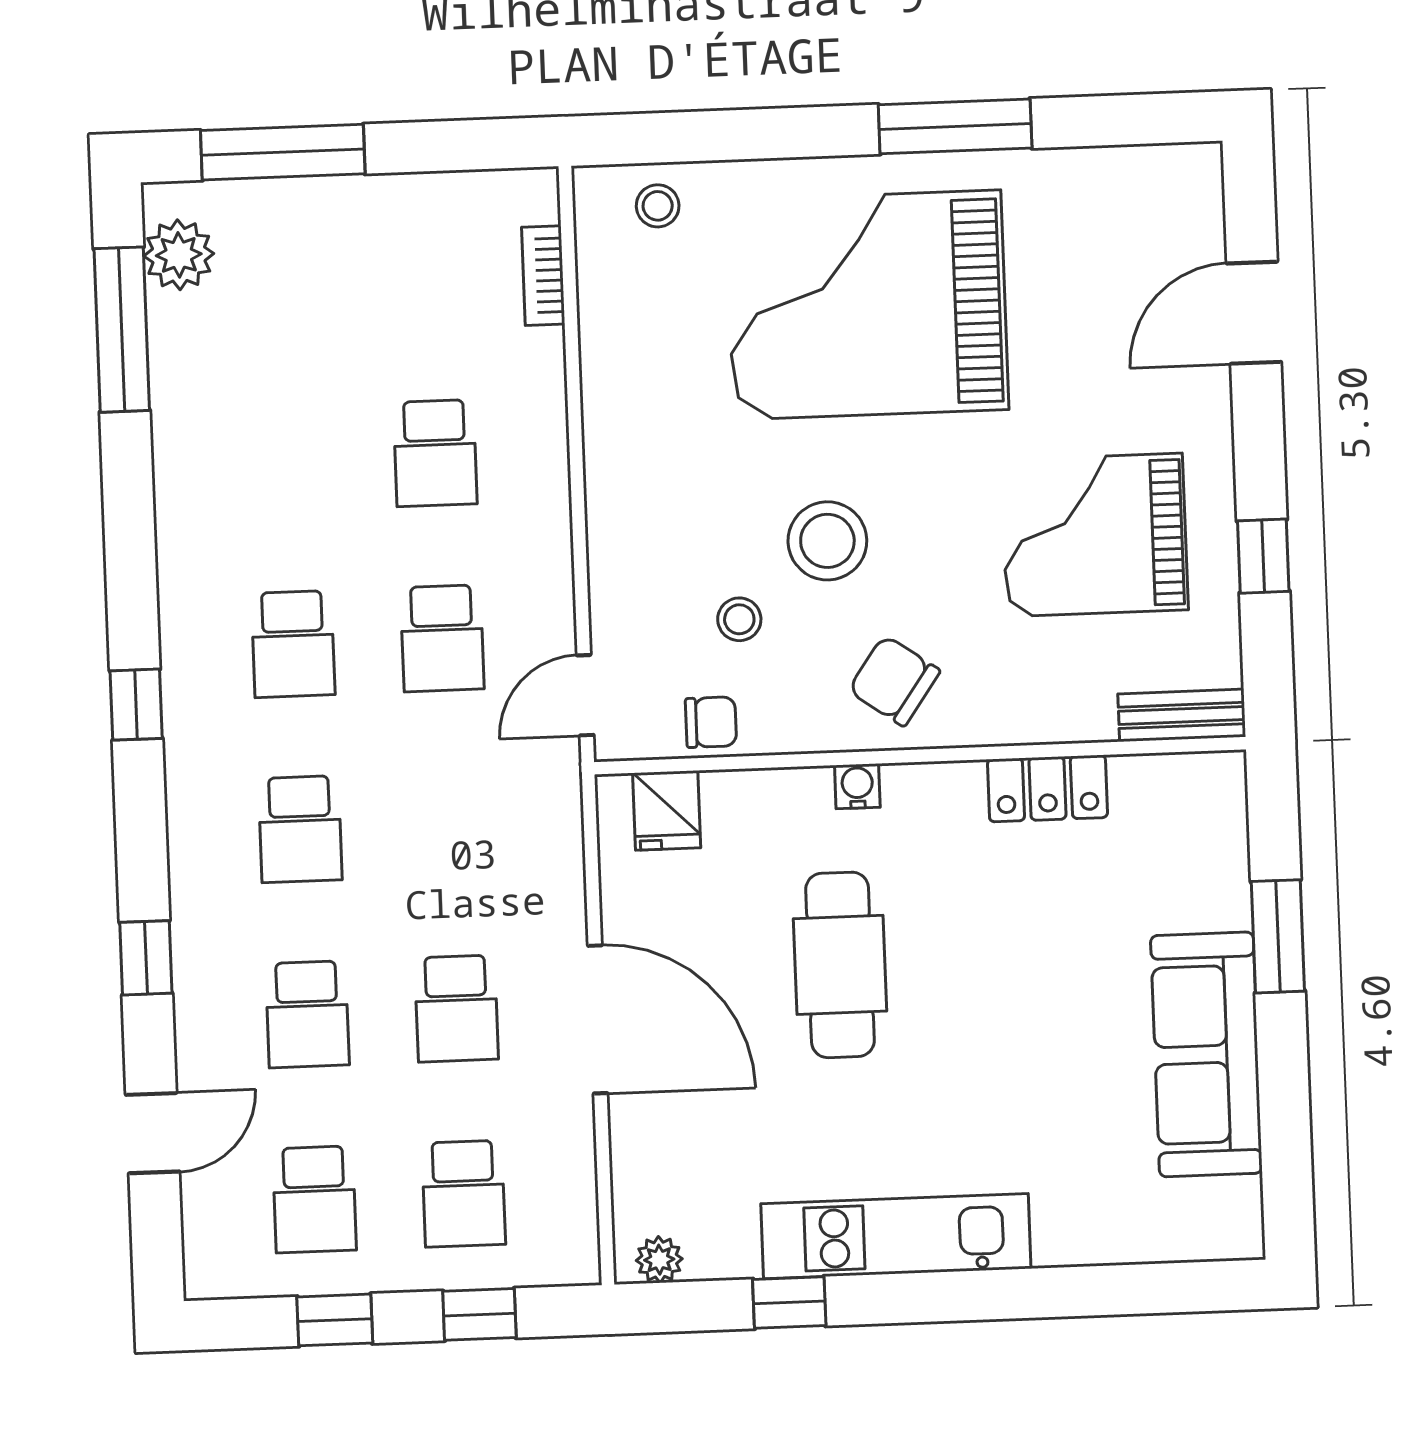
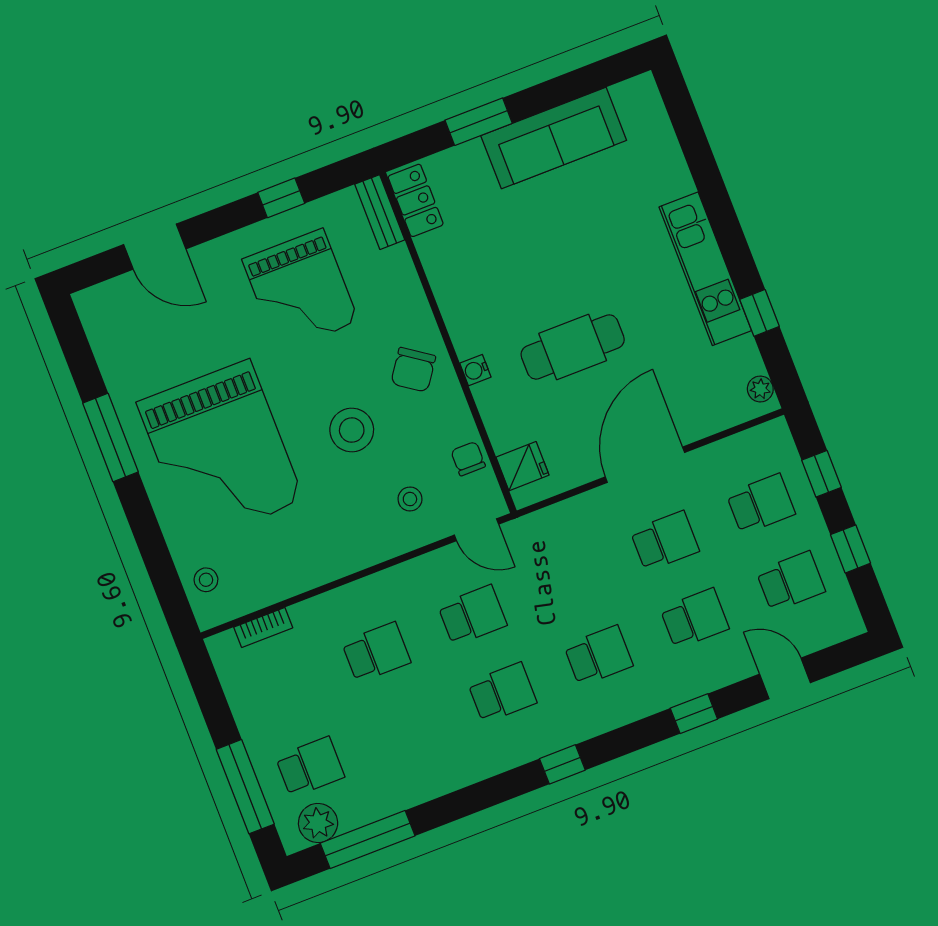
school desk: (279, 274) -> (310, 767), added
stool: (739, 619) -> (410, 499), moved
locker: (1047, 788) -> (416, 200), moved

